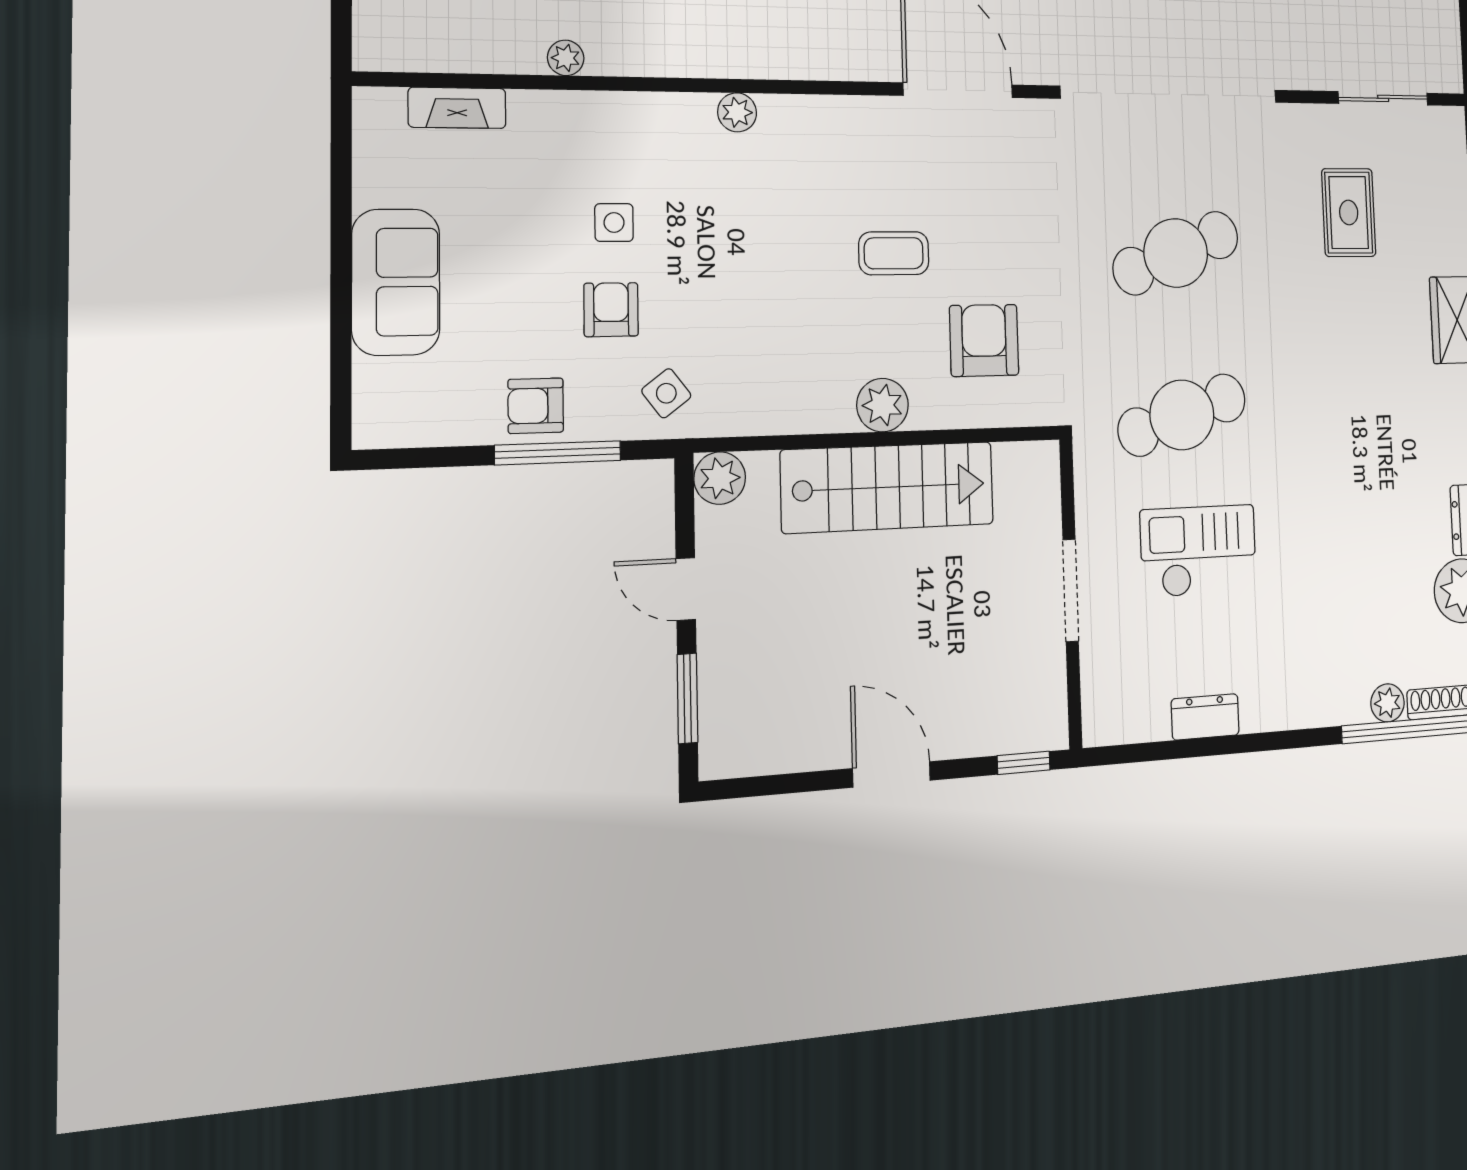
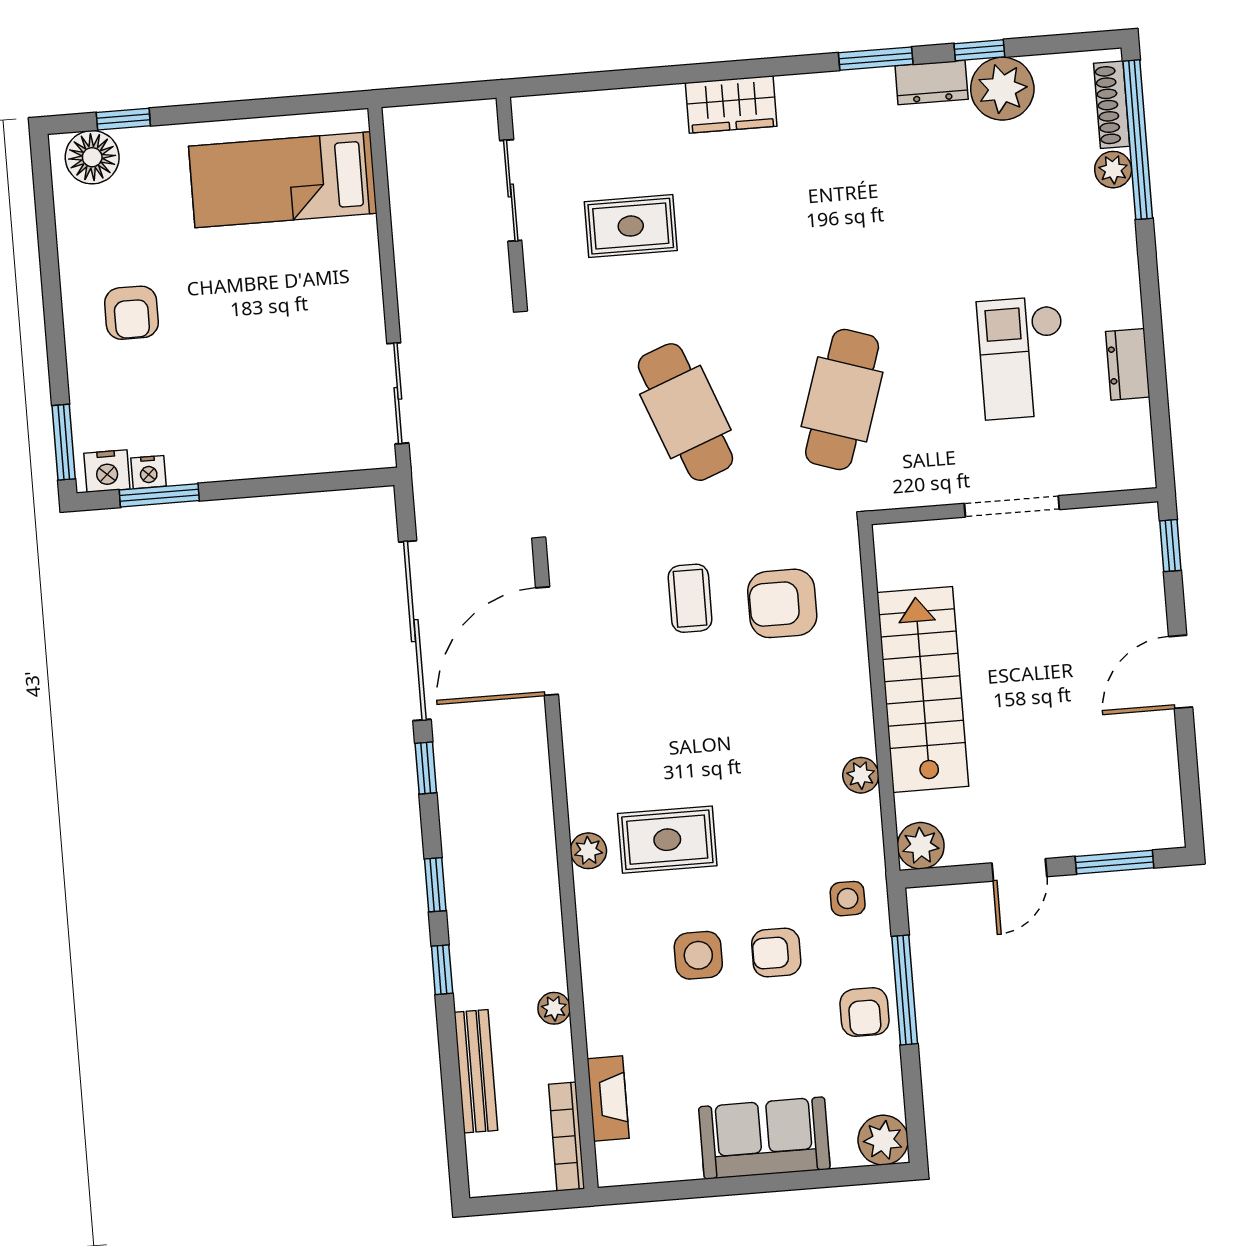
bookcase: (416, 57) -> (567, 1137), added
rug: (744, 199) -> (667, 840), added
side table: (614, 223) -> (698, 955), width x1.37, depth x1.37
coffee table: (894, 253) -> (690, 598), moved
side table: (666, 393) -> (848, 899), turned 37
plant: (883, 405) -> (861, 775), moved, width x0.73, depth x0.73
cafe table: (1182, 415) -> (842, 399), turned 36
plant: (382, 420) -> (883, 1140), added
checkout: (1198, 551) -> (1023, 358), moved

